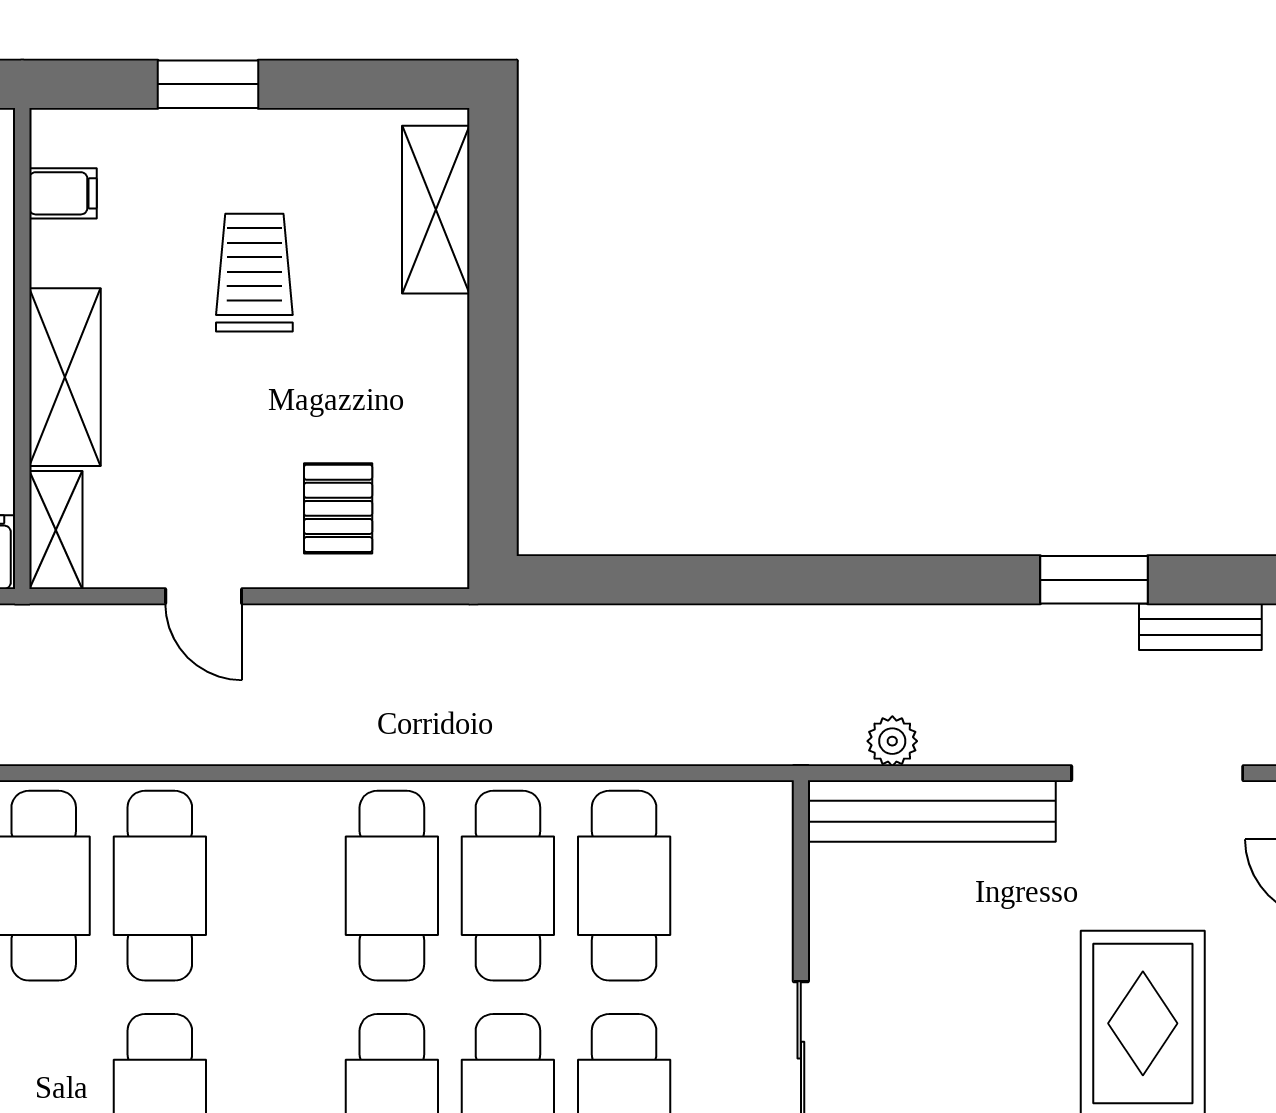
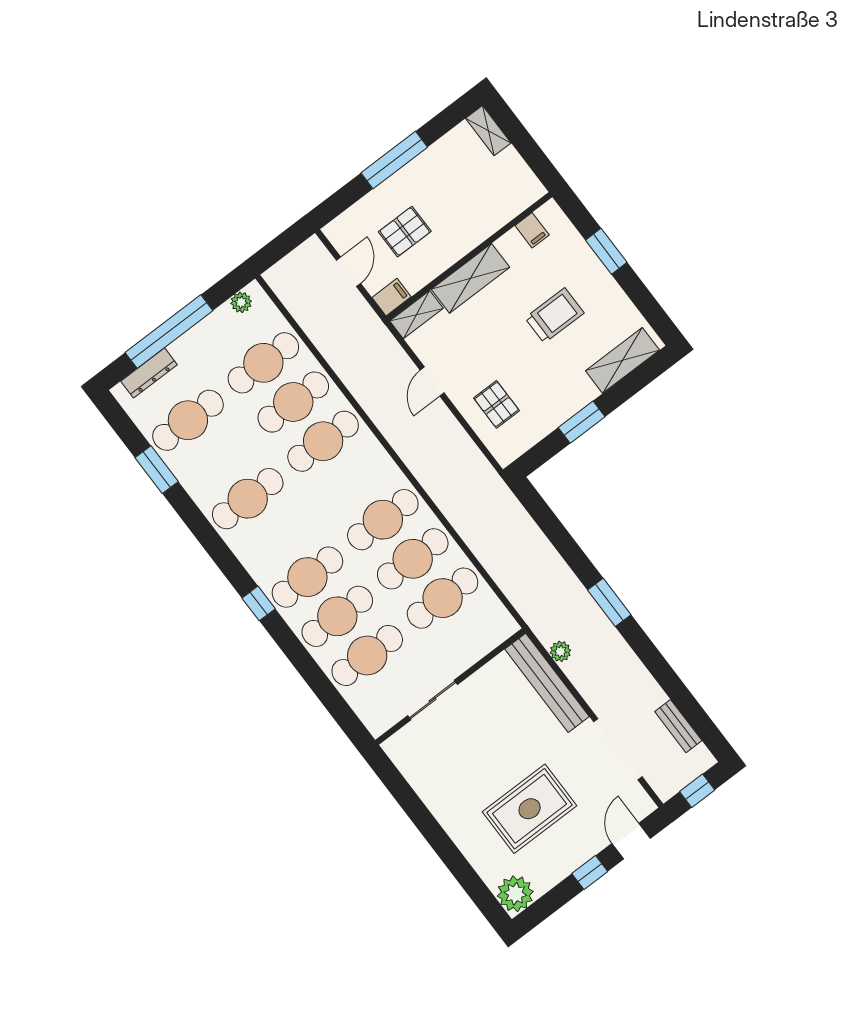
window: (493, 374) -> (582, 422), added
pallet: (338, 508) -> (496, 404), turned 90
window: (1094, 580) -> (609, 602), moved

